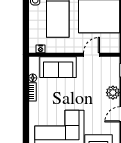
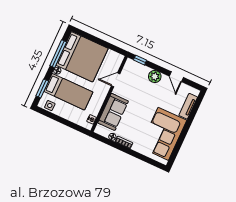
door: (91, 55) -> (116, 80), hinge flipped

